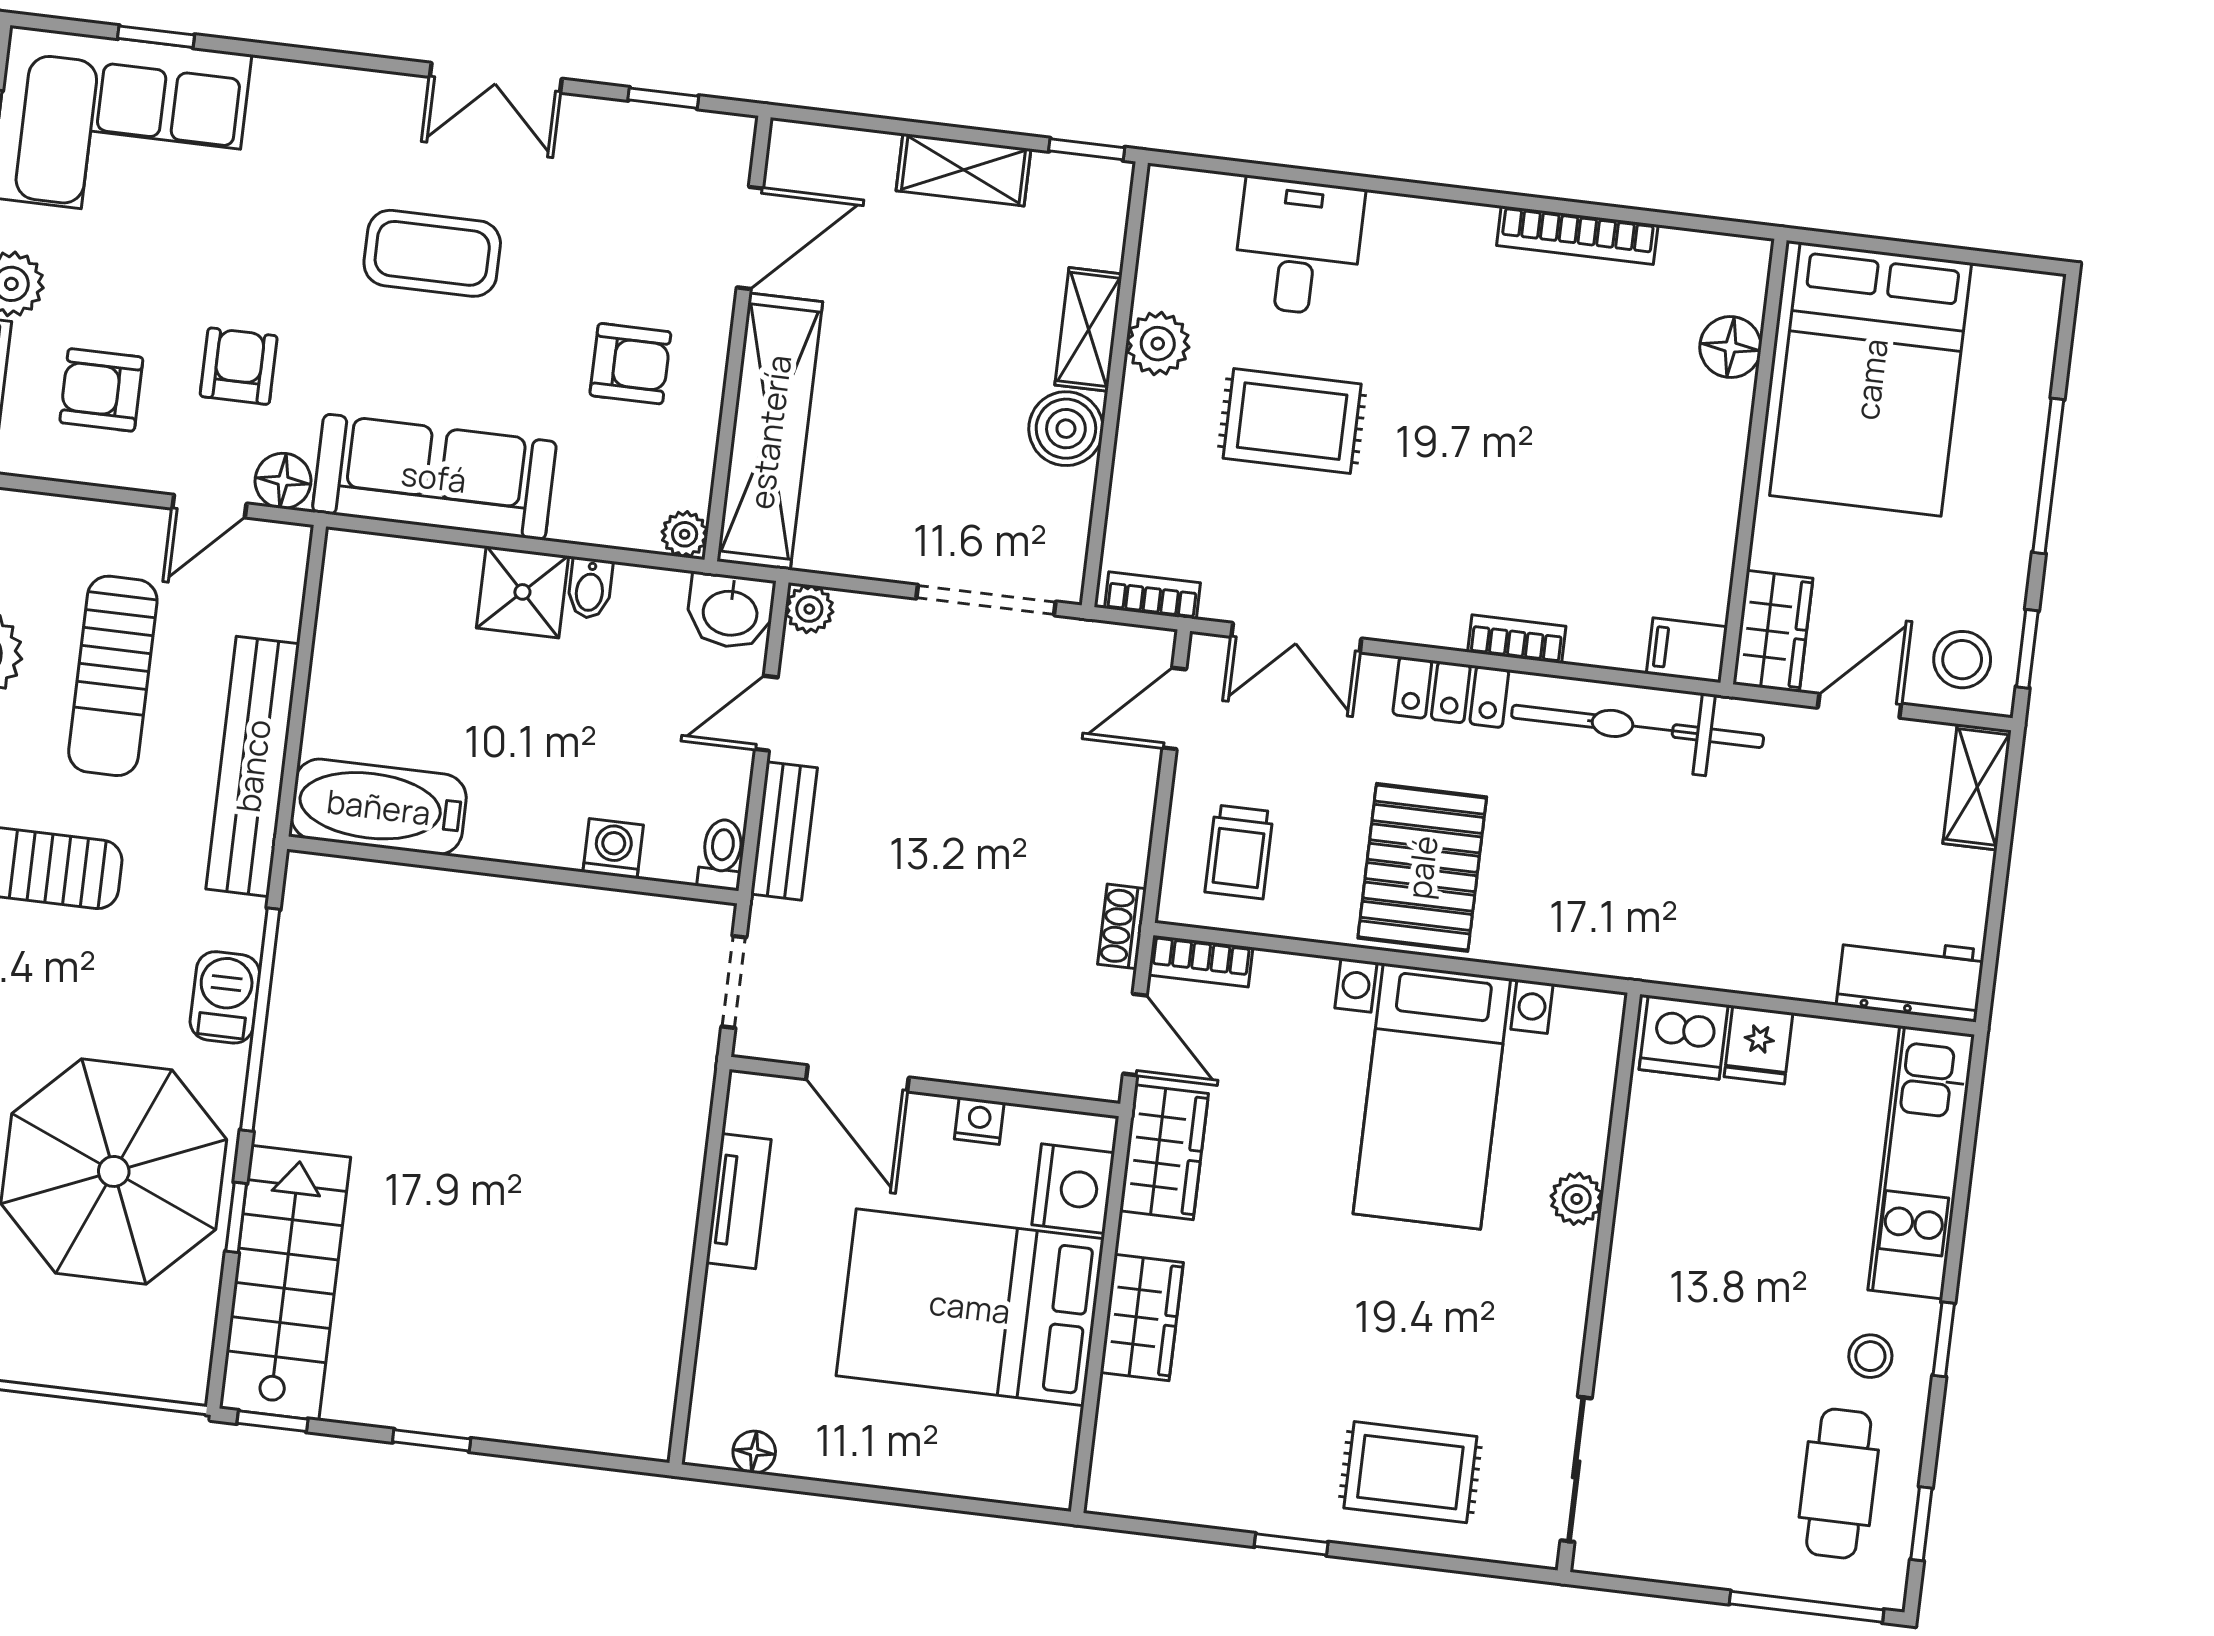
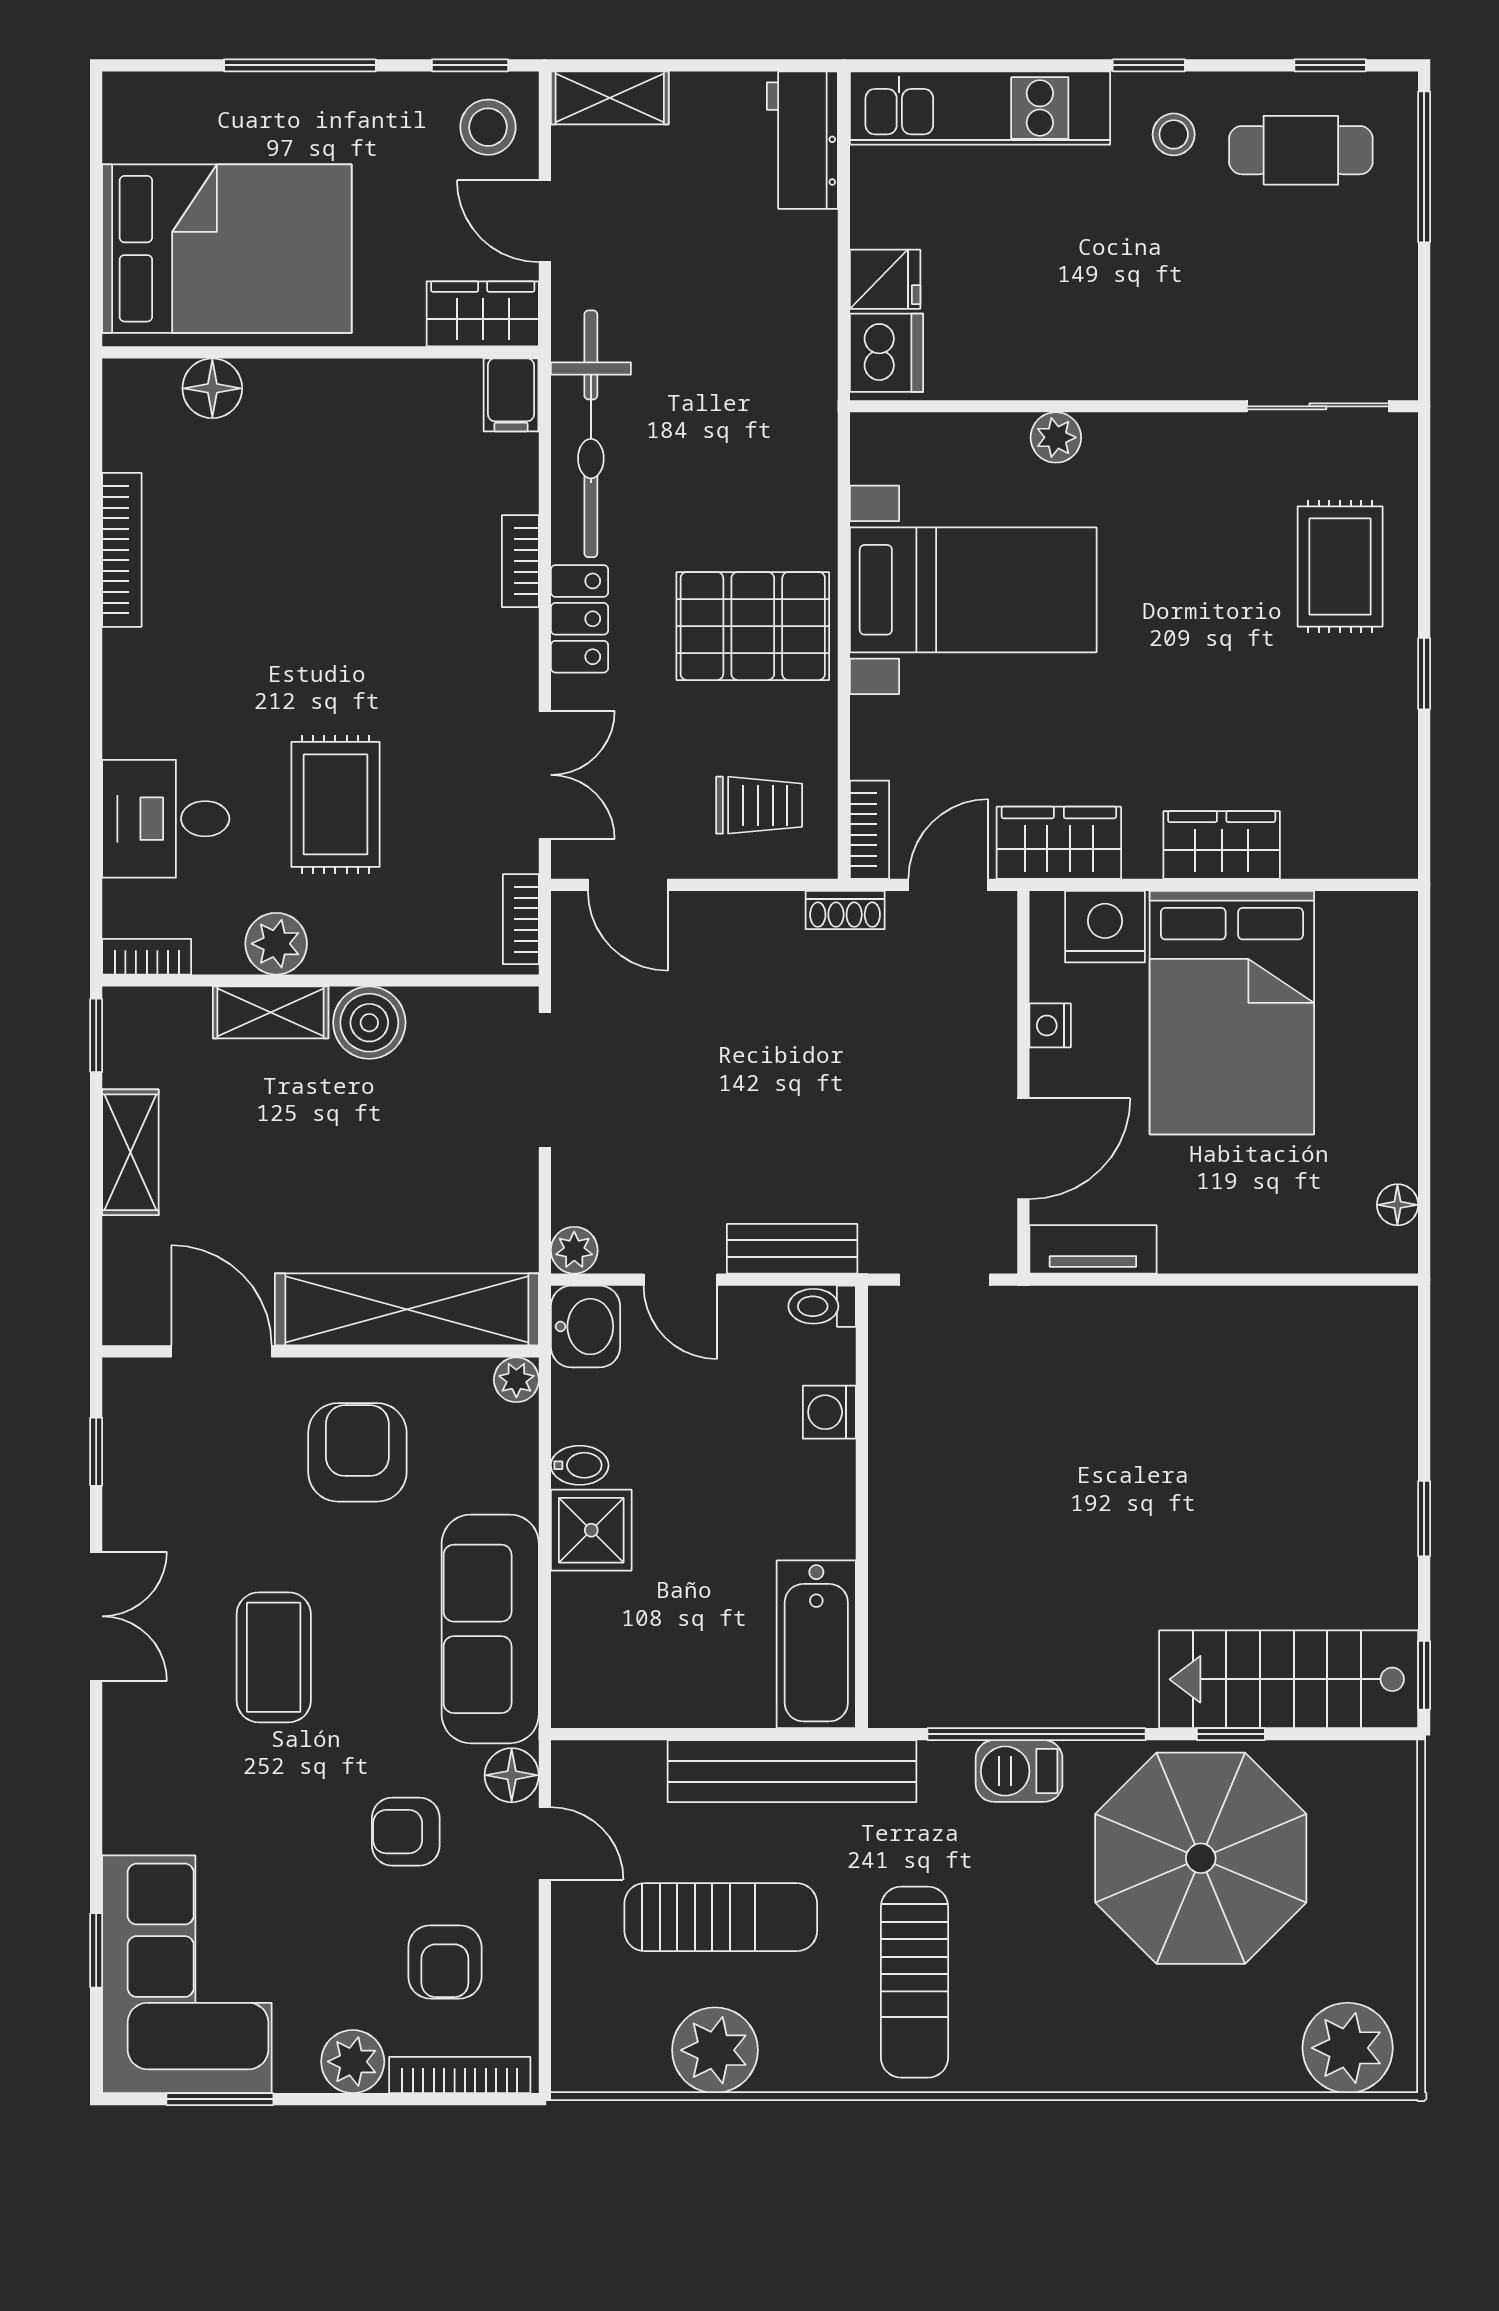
bookcase: (1160, 210) -> (147, 957), added
armchair: (630, 364) -> (357, 1452), width x1.38, depth x1.38
tv unit: (739, 1201) -> (1093, 1249), moved

